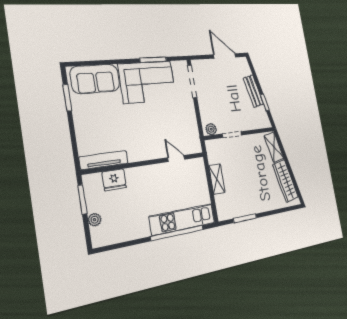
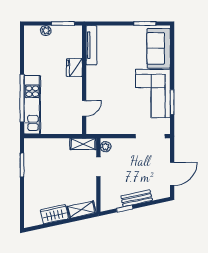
shelving: (217, 179) -> (83, 144), moved
fridge: (114, 180) -> (74, 68), moved
wardrobe: (285, 181) -> (54, 214), width x0.67

